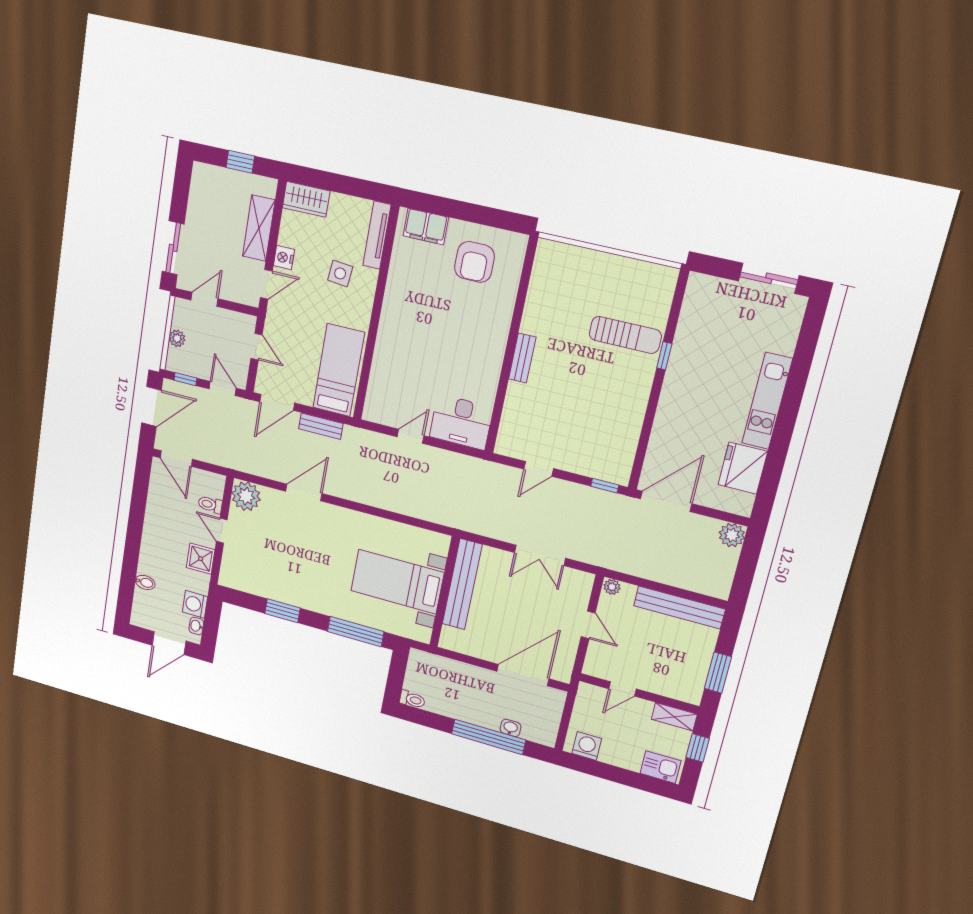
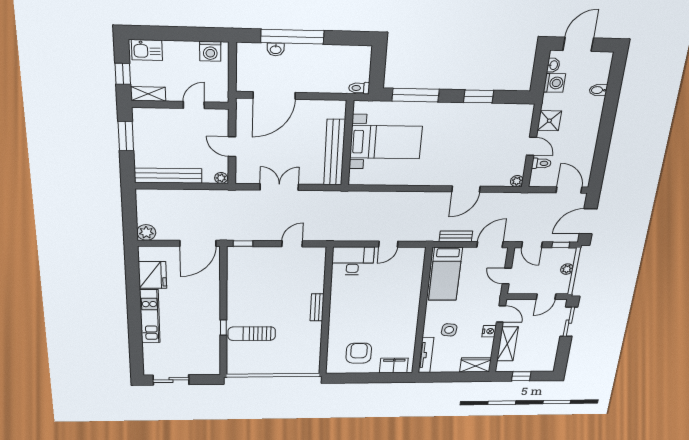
door: (266, 284) -> (501, 314), swing flipped
plant: (246, 496) -> (517, 181), width x0.53, depth x0.53
toilet: (412, 699) -> (359, 88), moved

